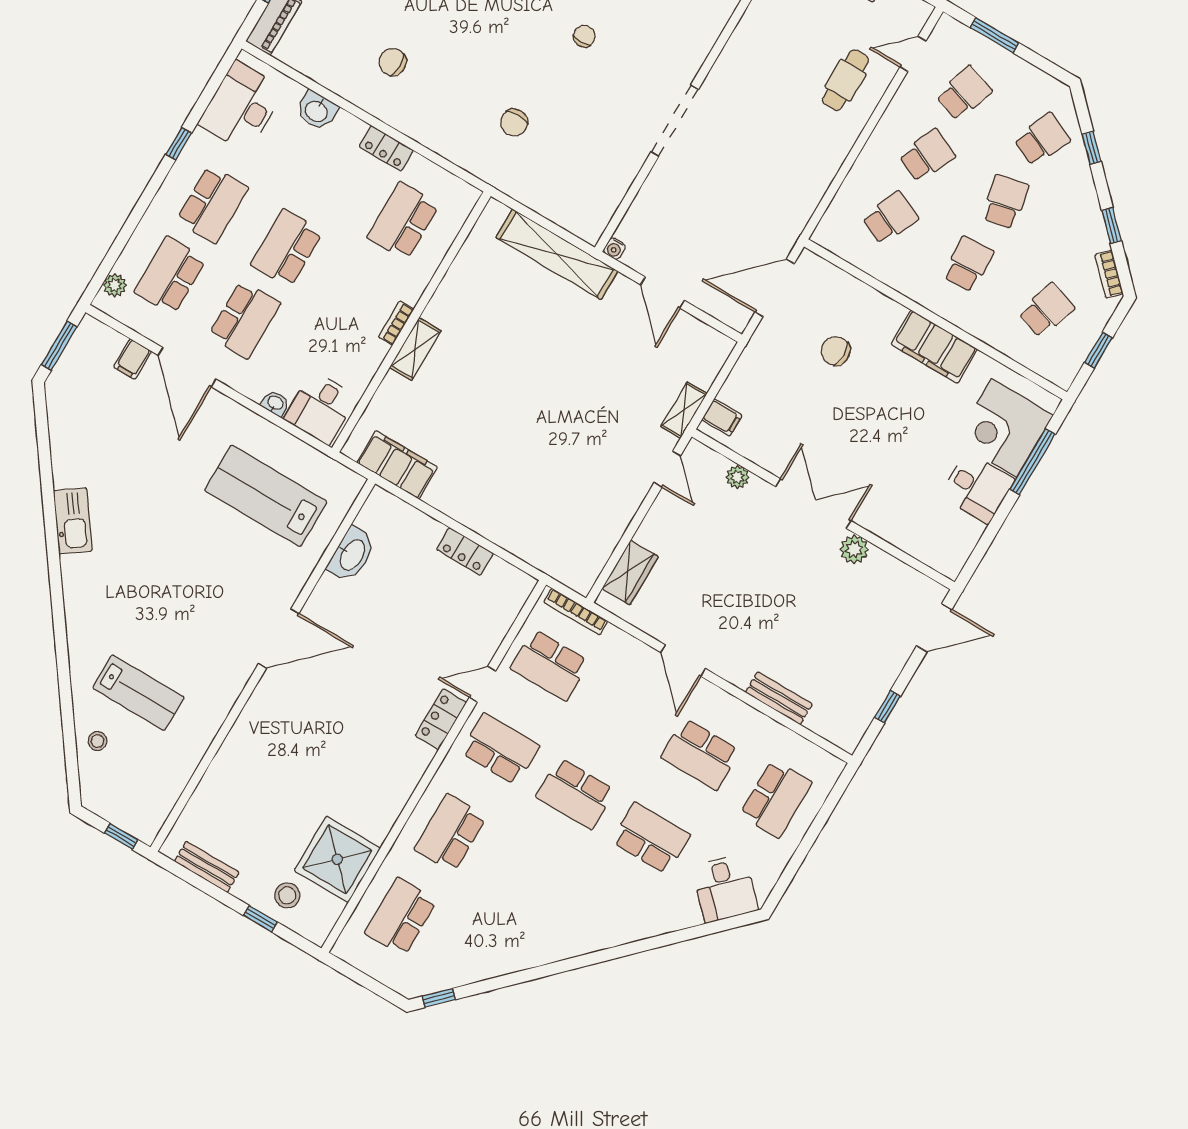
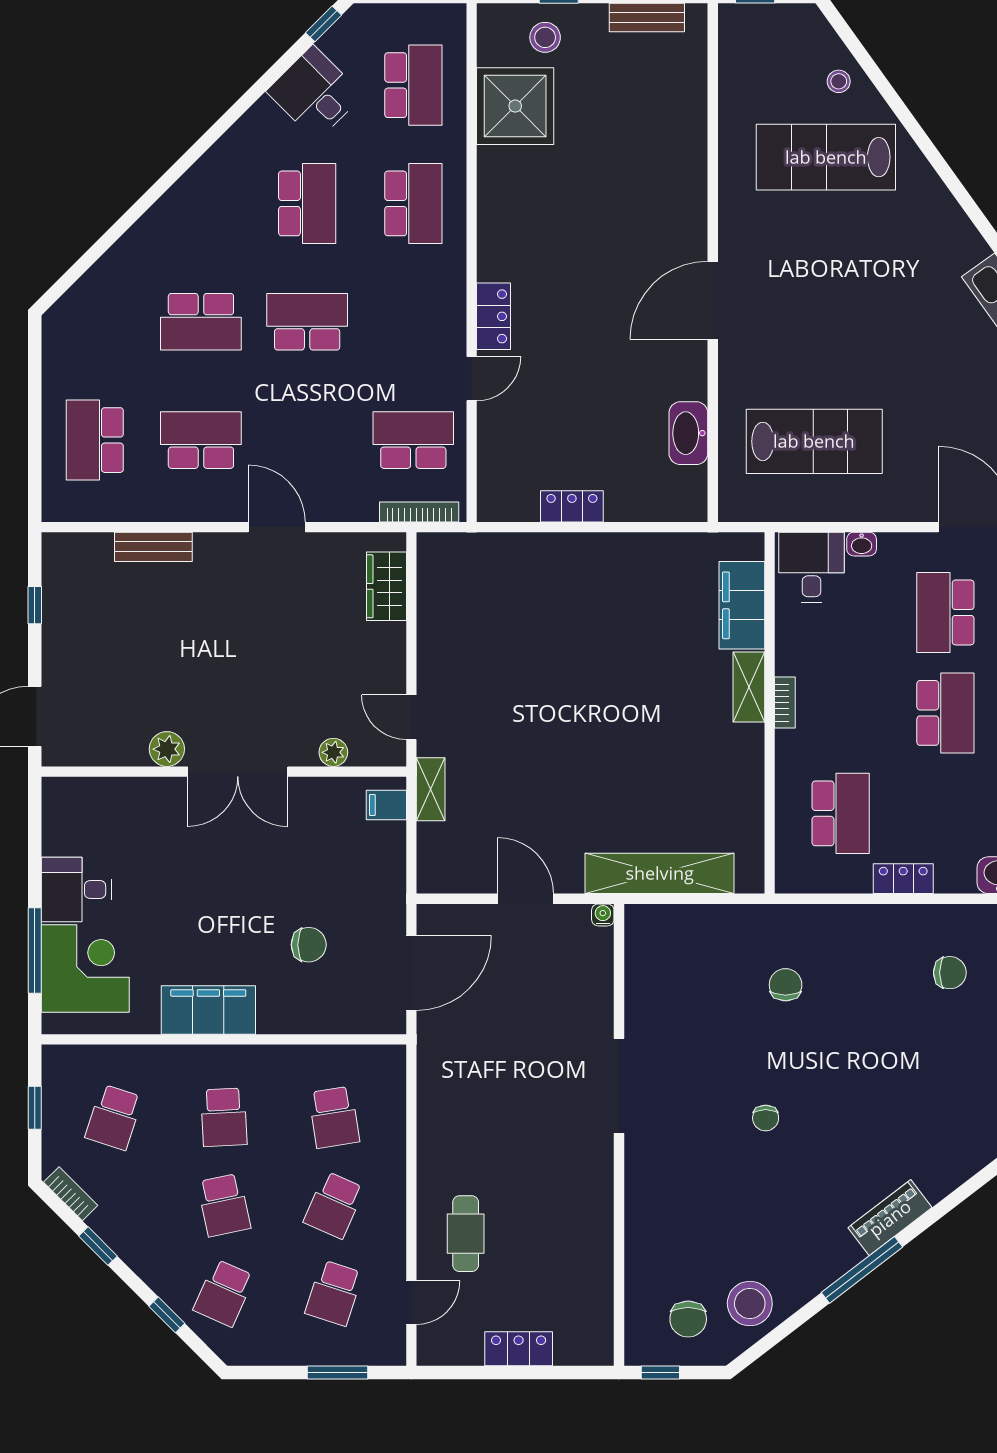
school desk: (890, 218) -> (334, 1117), turned -33
filing cabinet: (397, 465) -> (742, 605), moved, turned 90
lab bench: (138, 693) -> (826, 157), width x1.36, depth x1.39
school desk: (500, 749) -> (307, 203), moved, turned -90
desk: (725, 888) -> (315, 93), moved

